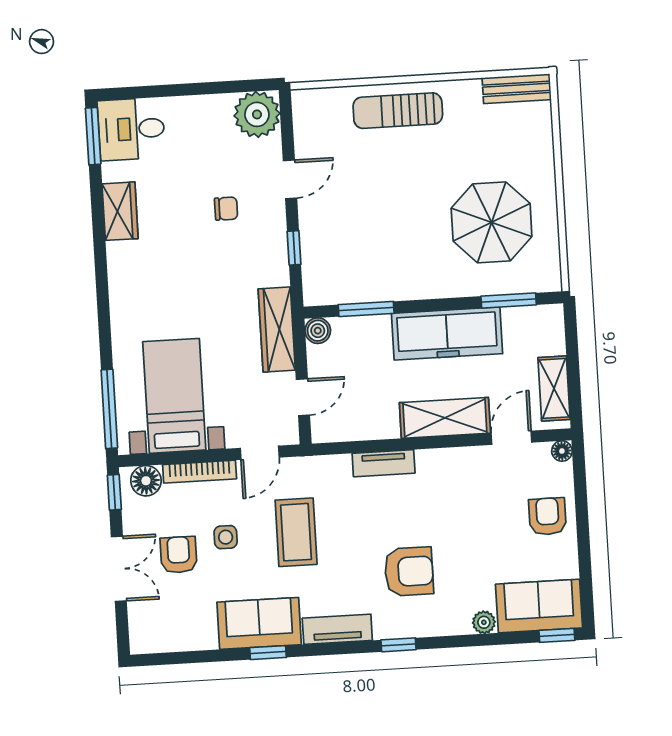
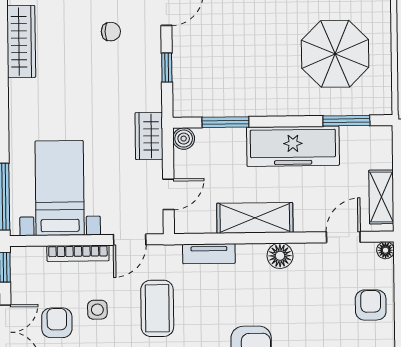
wardrobe: (120, 211) -> (21, 42), width x1.50
wardrobe: (277, 330) -> (149, 136), width x0.67
shelving: (445, 418) -> (255, 218), moved
tv unit: (384, 463) -> (209, 254), moved
floor lamp: (146, 481) -> (280, 256), moved

